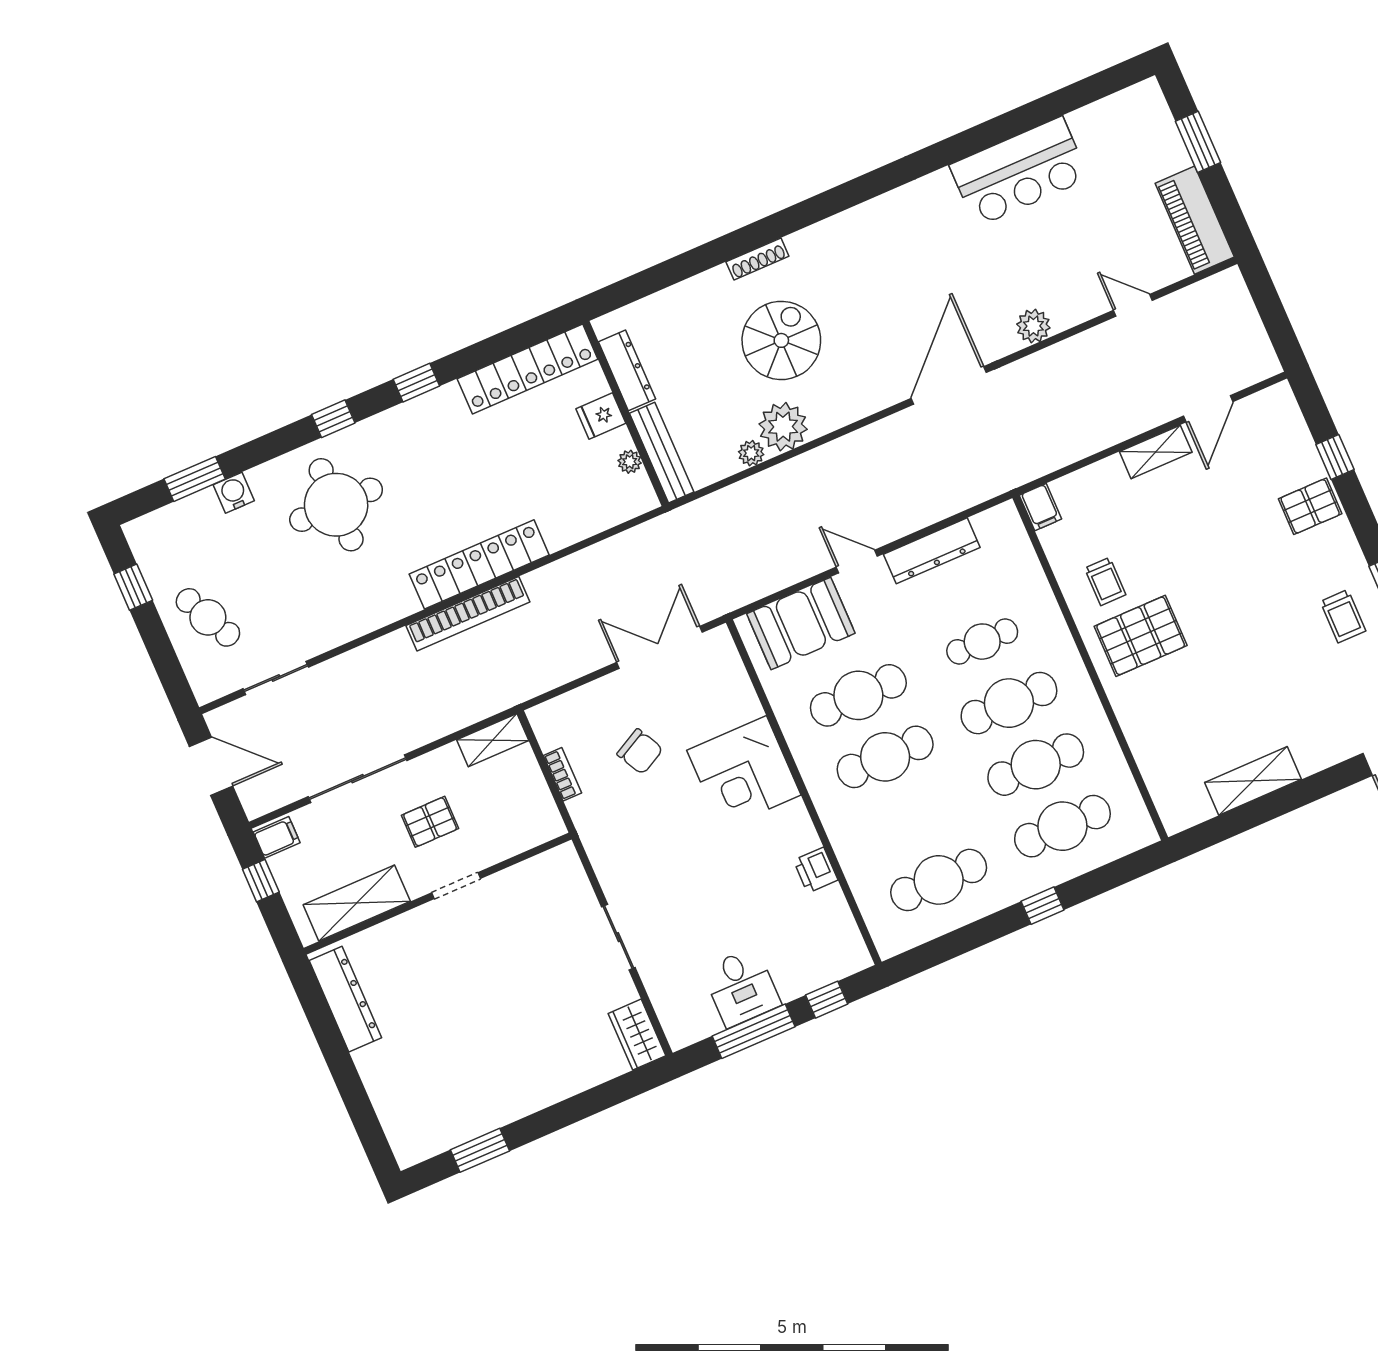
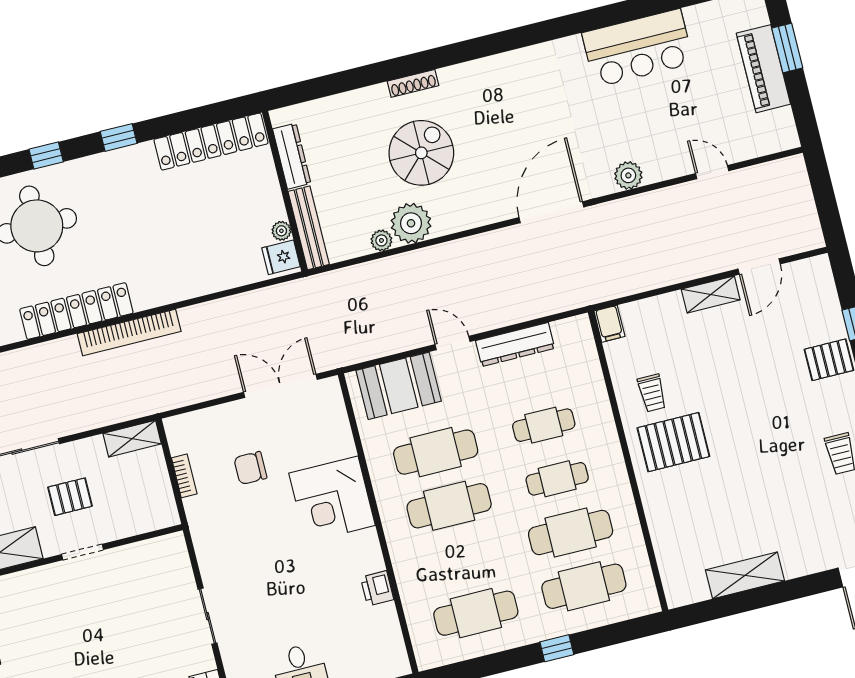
piano: (1195, 220) -> (763, 69), moved
fridge: (601, 416) -> (281, 257), moved
locker: (479, 564) -> (76, 311), moved
cafe table: (1009, 703) -> (557, 479), width x0.73, depth x0.74
chair: (640, 752) -> (250, 468), turned 118

